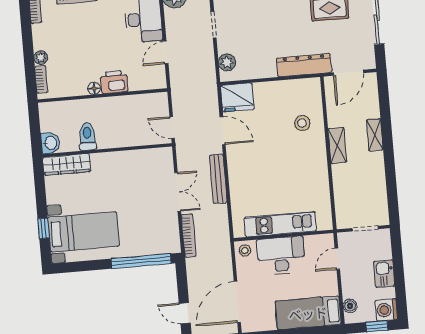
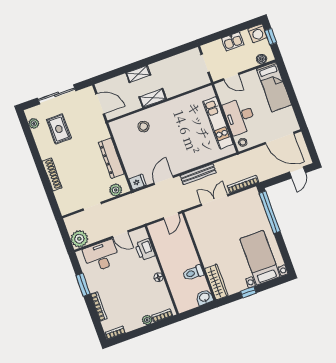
dresser: (304, 65) -> (111, 158), moved
printer: (114, 82) -> (145, 250), moved
fridge: (237, 97) -> (138, 182), width x0.53, depth x0.75
window: (44, 228) -> (248, 292), moved

